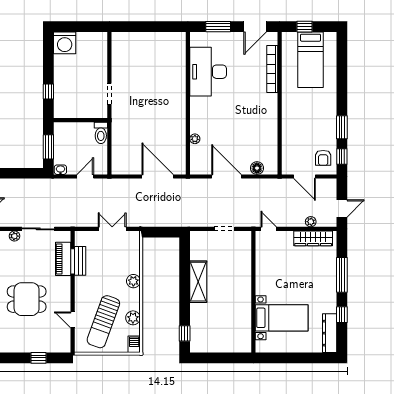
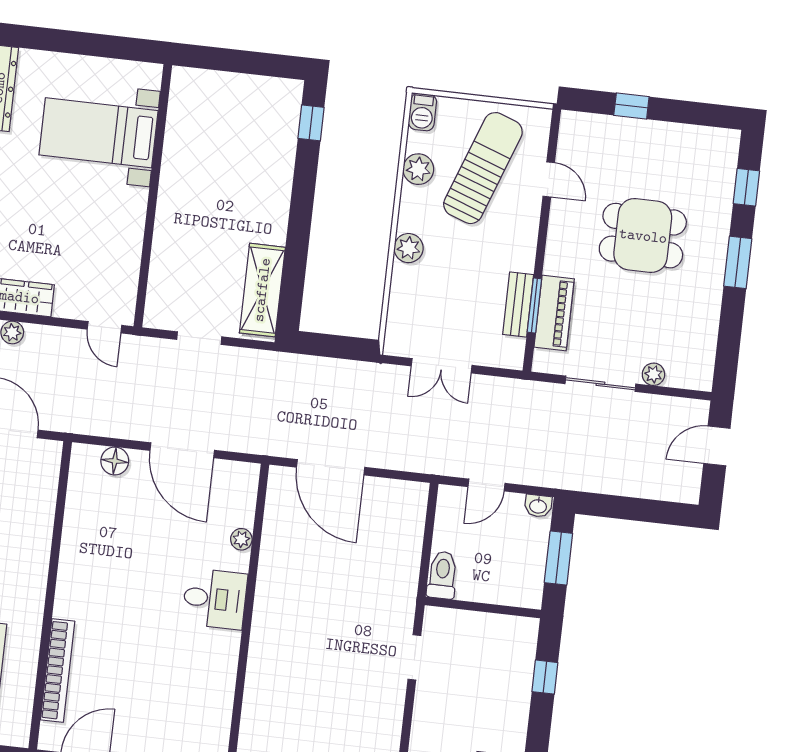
desk: (208, 72) -> (215, 599), moved, width x0.53, depth x0.77
shelving: (198, 282) -> (262, 290), moved

